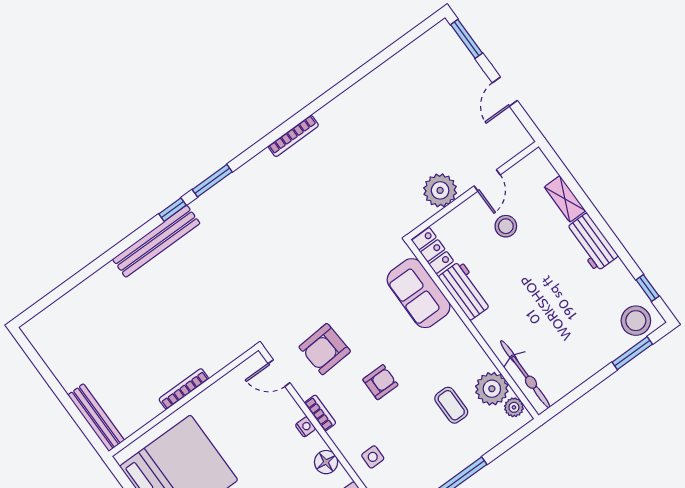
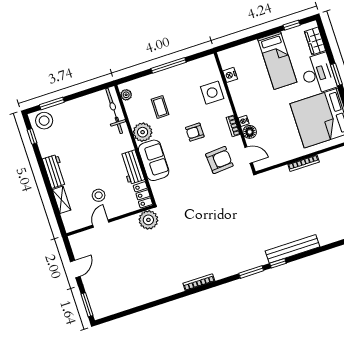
plant: (440, 190) -> (148, 220), moved
sofa: (419, 293) -> (154, 160), moved
plant: (492, 389) -> (143, 132), moved
side table: (373, 457) -> (212, 93), width x1.87, depth x1.87
floor lamp: (326, 462) -> (250, 132), moved

